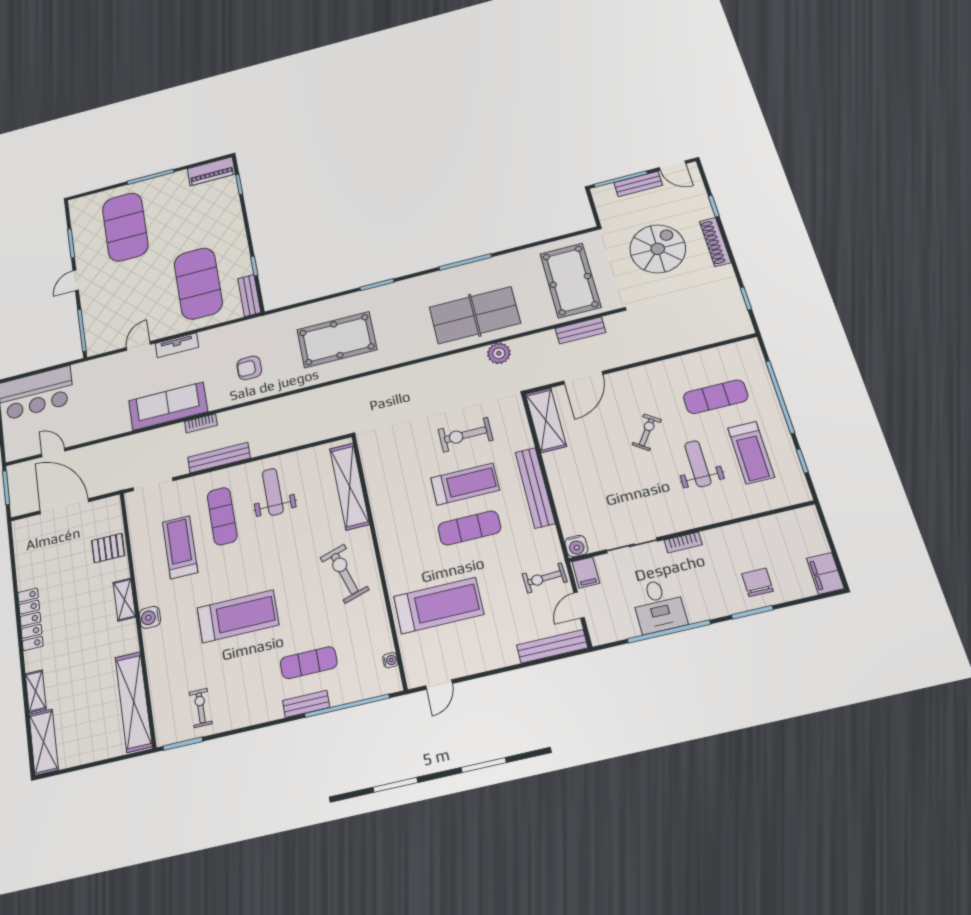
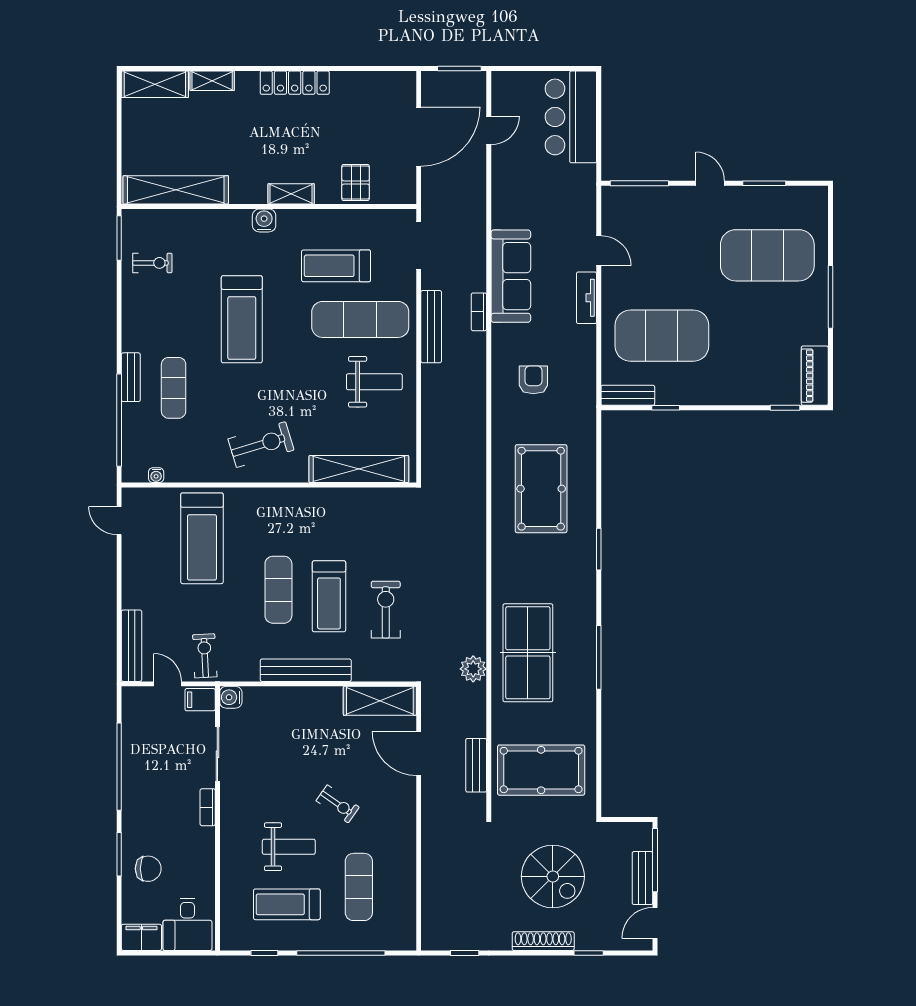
exercise mat: (222, 516) -> (360, 319), width x1.36, depth x1.45
treadmill: (180, 547) -> (336, 266), turned 180
desk: (659, 606) -> (187, 924), moved, turned -90

